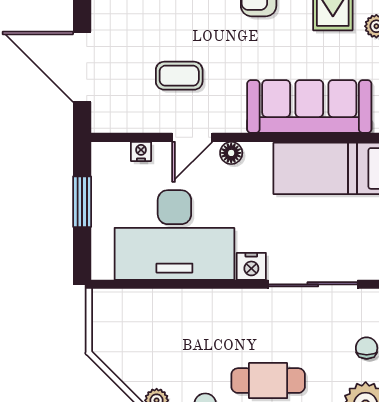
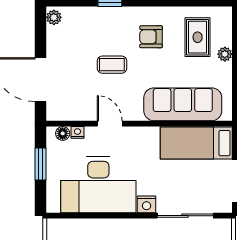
coffee table: (179, 76) -> (112, 65), moved
door: (192, 137) -> (110, 124), swing flipped
floor lamp: (231, 153) -> (63, 133), moved

